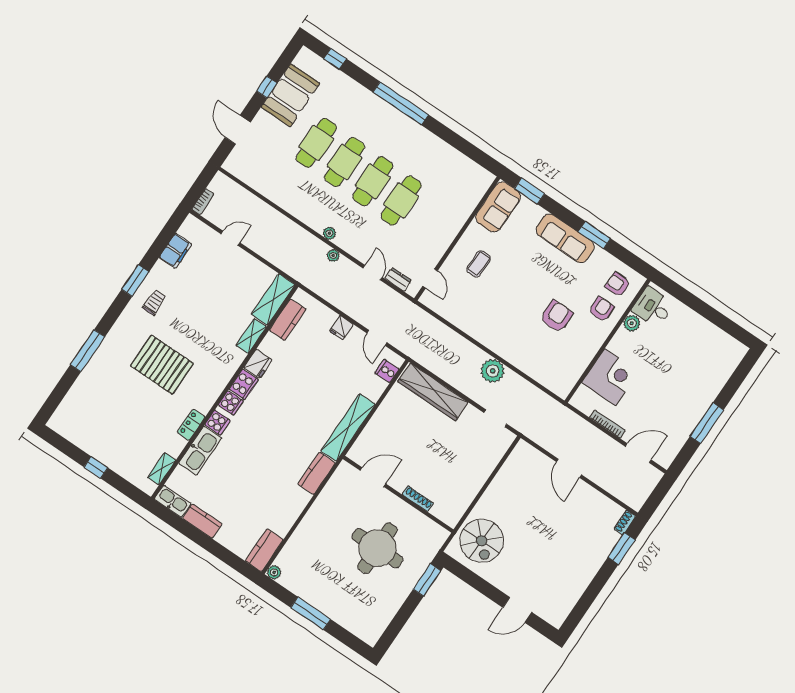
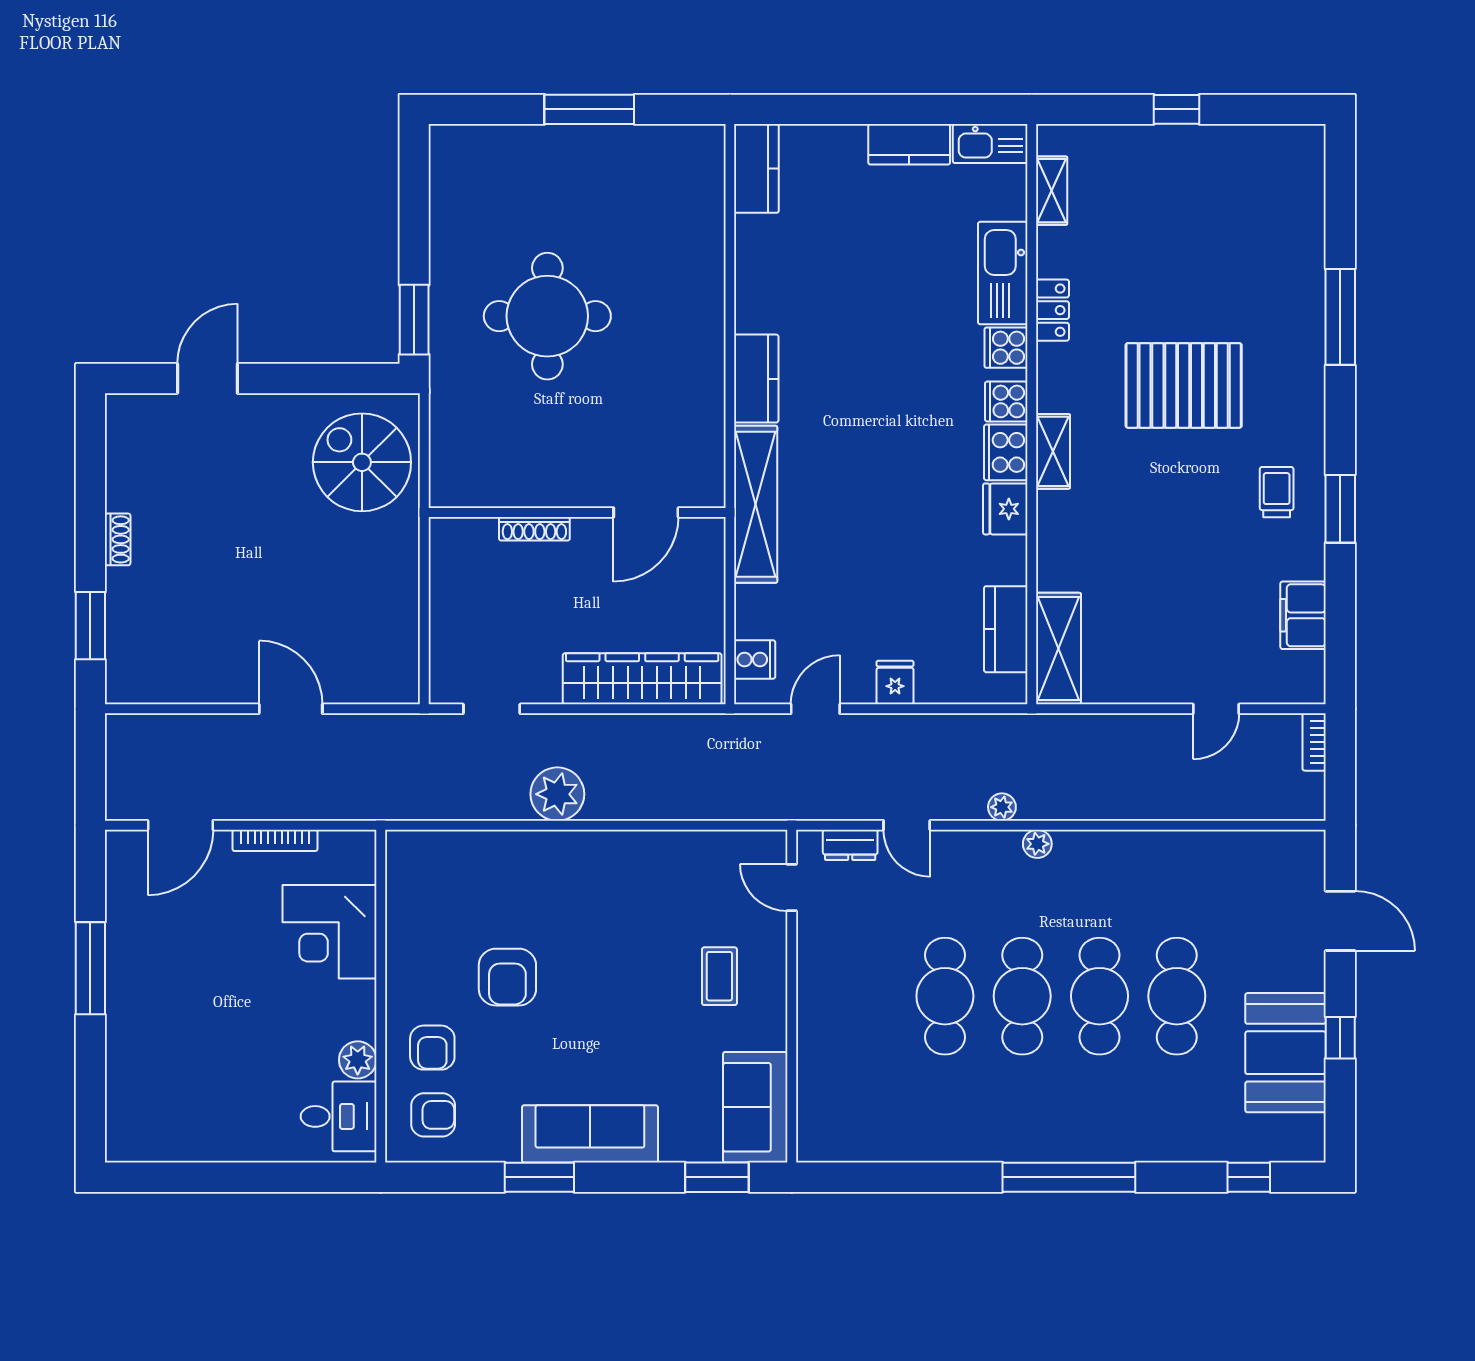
trolley: (154, 302) -> (1277, 492), turned 180
shelving: (251, 336) -> (1053, 451), moved
door: (377, 338) -> (815, 709), hinge flipped
door: (373, 477) -> (646, 512), moved
wall: (398, 494) -> (577, 512), moved
shoe rack: (418, 499) -> (534, 529), moved
shoe rack: (625, 522) -> (118, 539), moved
plant: (274, 572) -> (710, 139), removed

